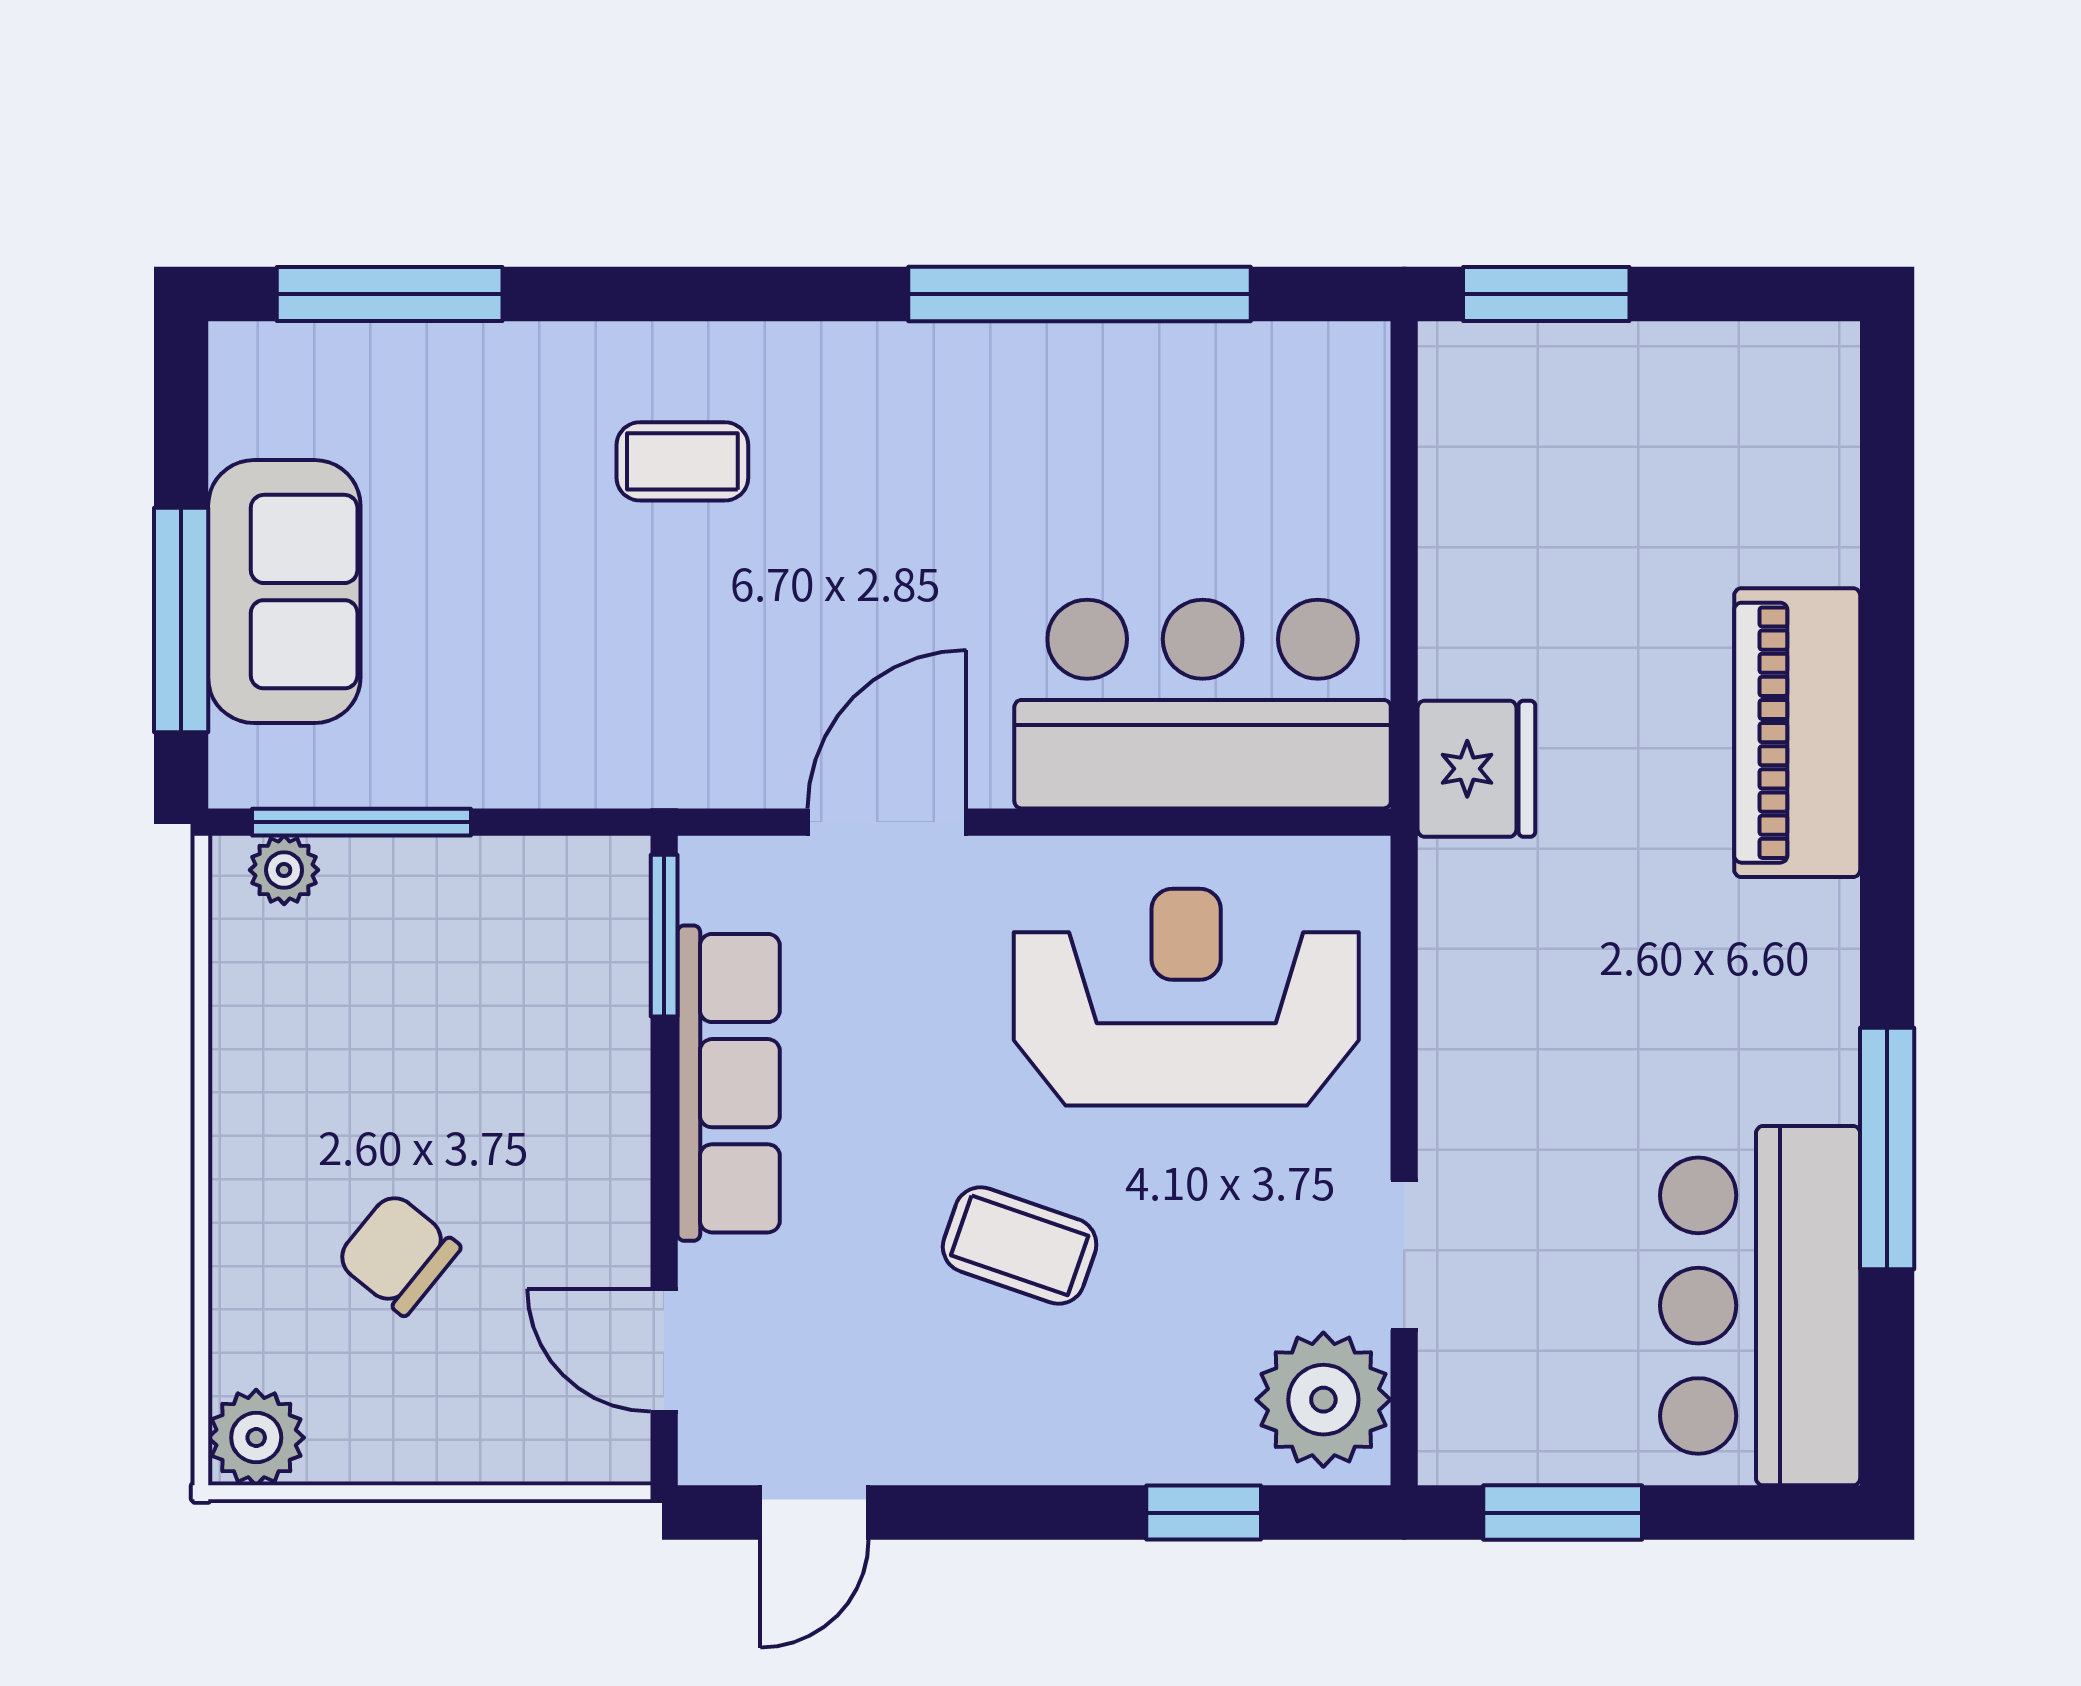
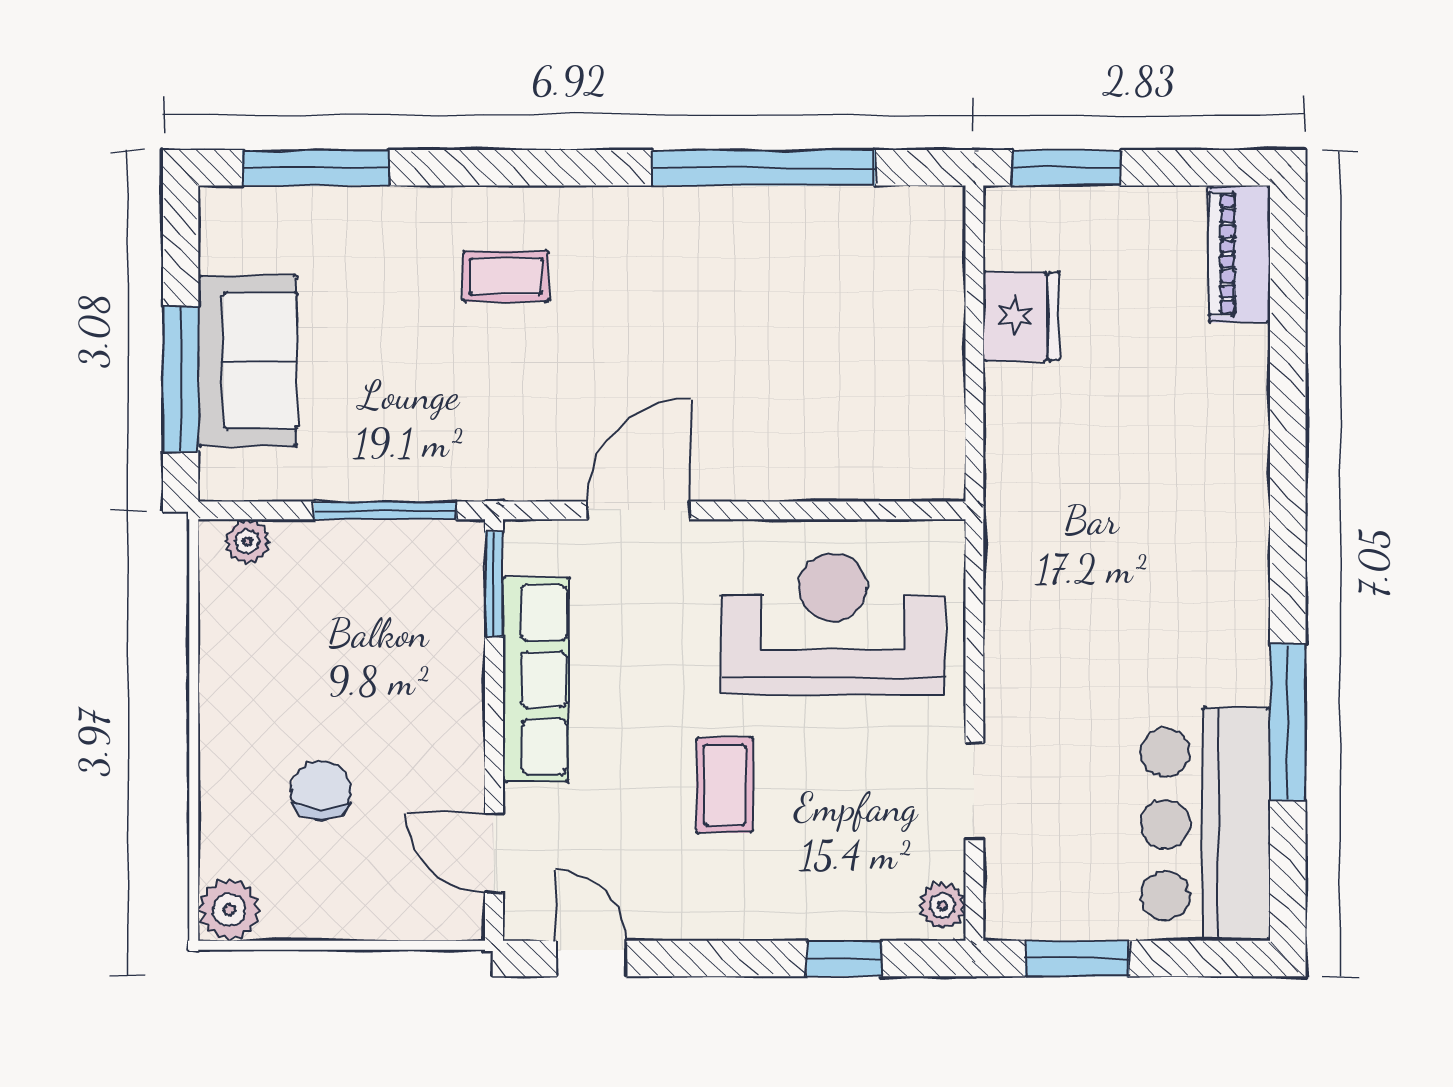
bar counter: (1203, 704) -> (843, 434), removed
piano: (1797, 733) -> (1239, 254), moved, width x0.73, depth x0.75
fridge: (1476, 769) -> (1021, 316), moved
window: (362, 822) -> (385, 510), moved
coffee table: (1020, 1245) -> (725, 785), turned 71
chair: (398, 1254) -> (321, 790), turned 51
plant: (1323, 1400) -> (942, 906), width x0.53, depth x0.53
door: (814, 1513) -> (592, 958), swing flipped

